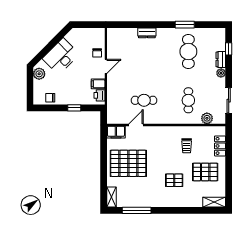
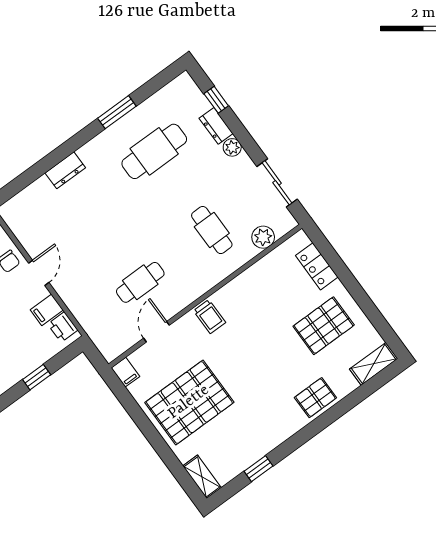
cafe table: (188, 51) -> (154, 151), turned 90
filing cabinet: (116, 132) -> (125, 372), width x0.50
trolley: (187, 146) -> (210, 317), moved
pallet: (174, 180) -> (315, 398), moved
window: (137, 210) -> (259, 469), width x0.46

